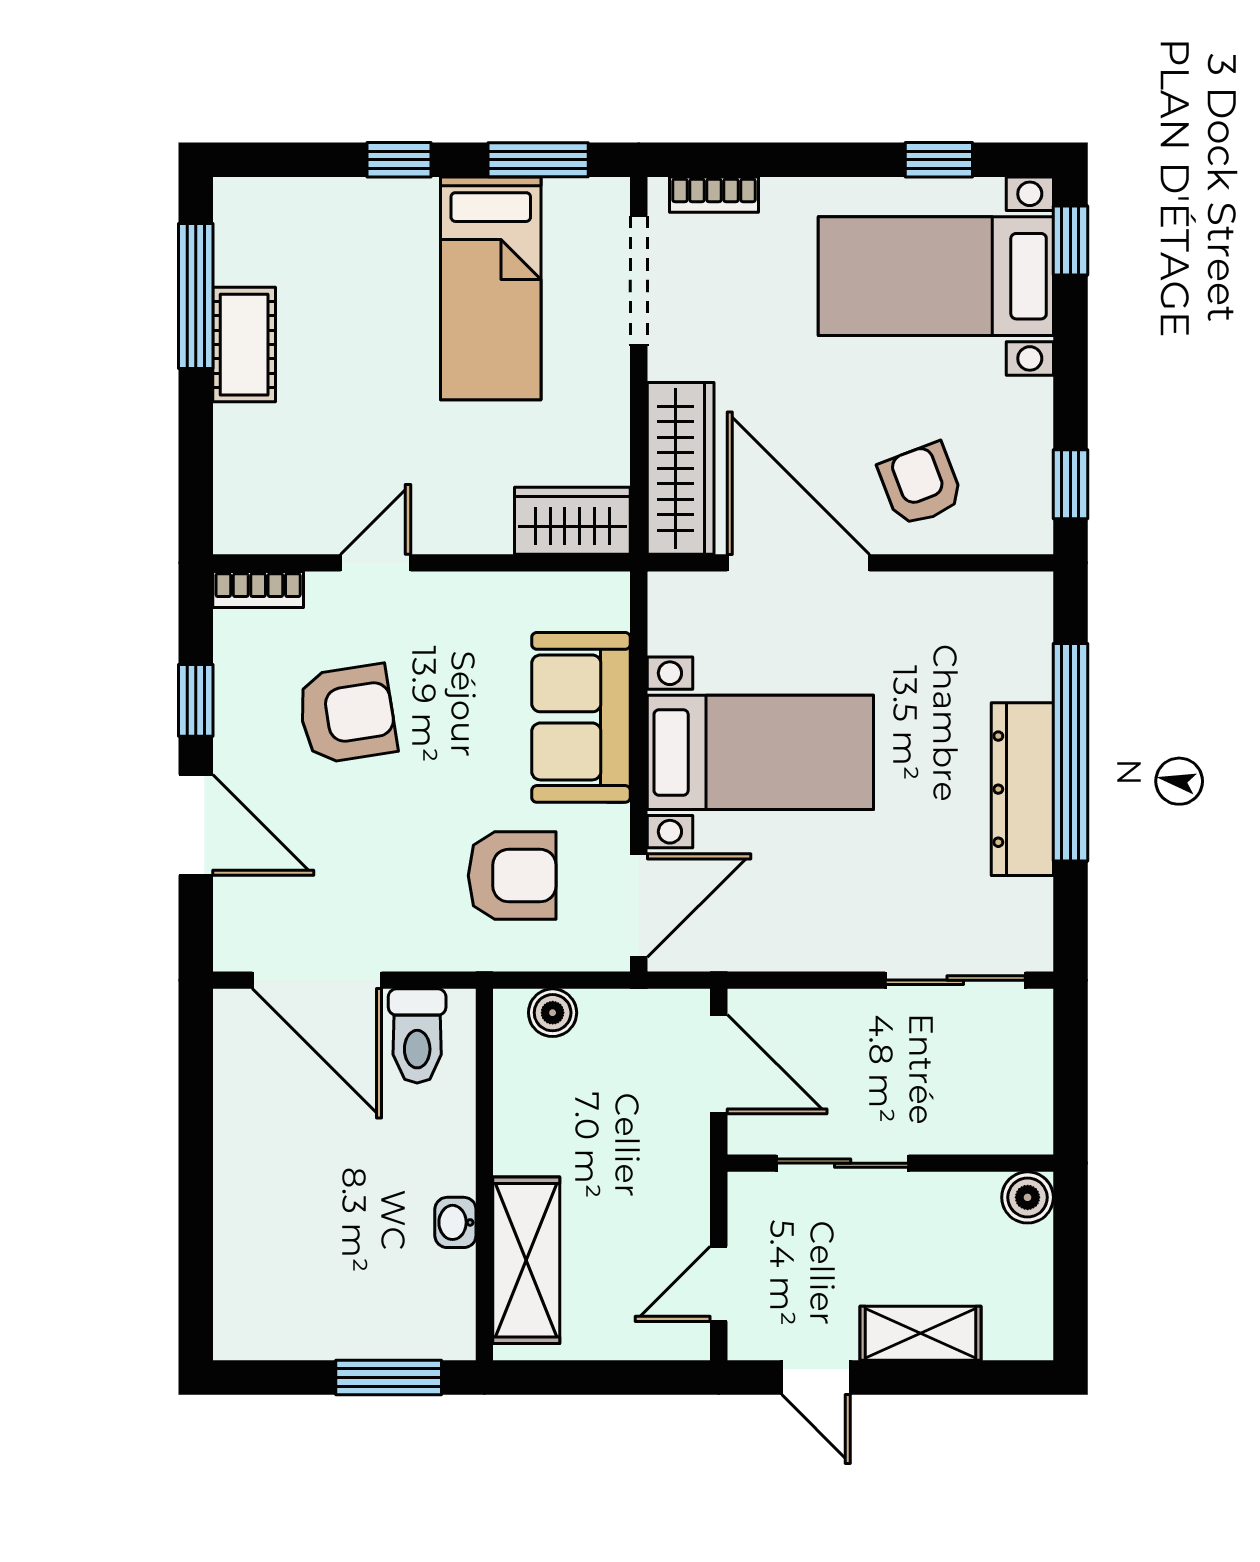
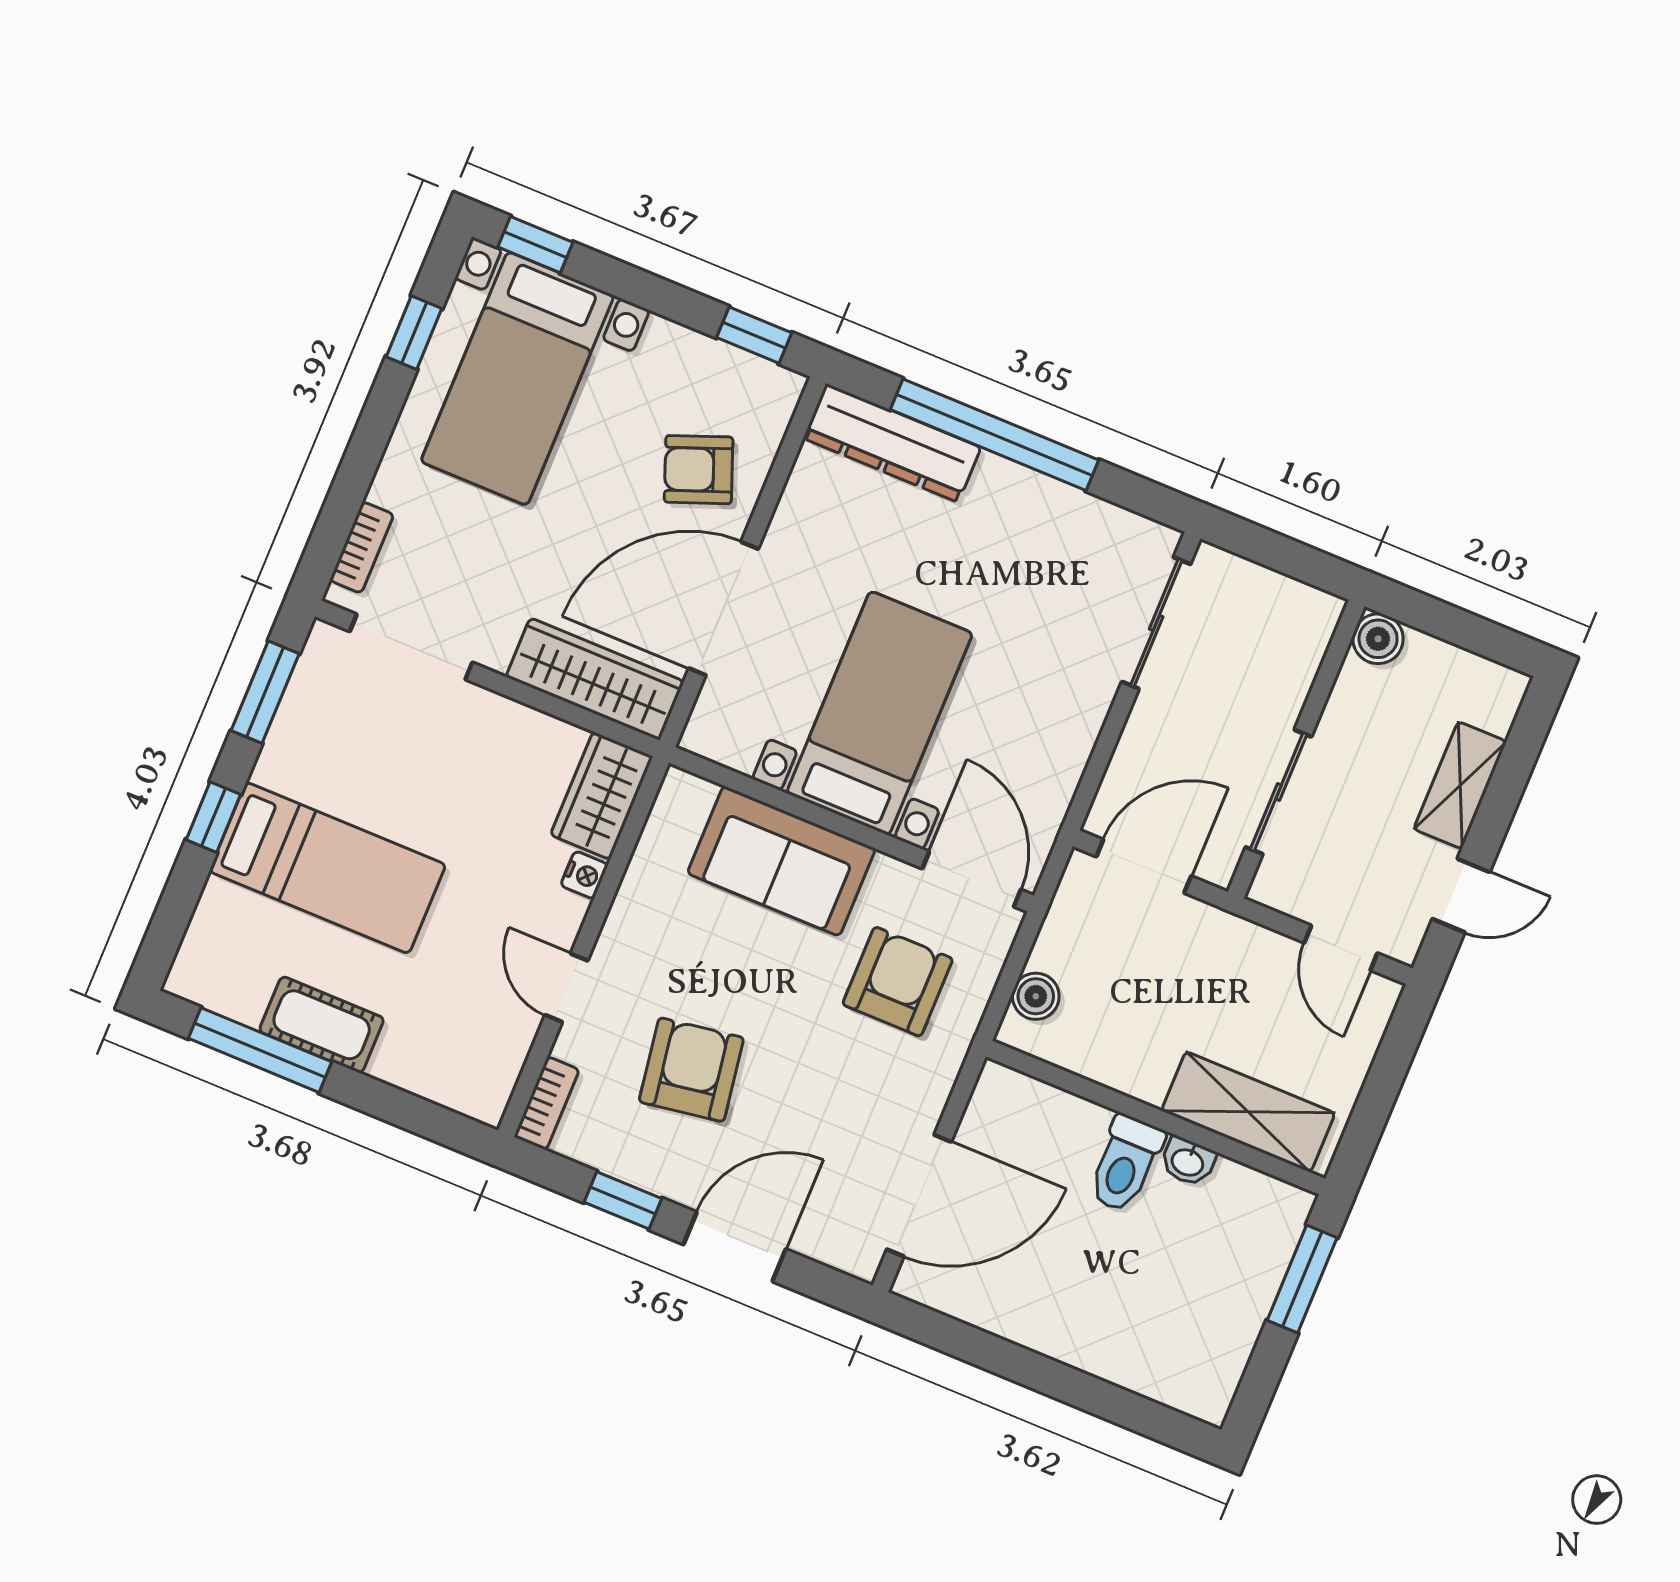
bed: (491, 288) -> (327, 868), moved
nightstand: (490, 535) -> (584, 875), added
dresser: (1022, 789) -> (892, 443), moved
toilet: (417, 1036) -> (1125, 1164), moved, turned 90

